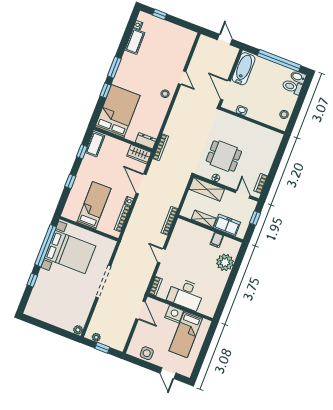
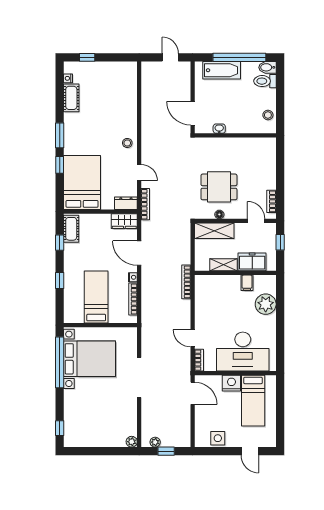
bathtub: (243, 69) -> (222, 70), moved, turned 90
door: (182, 78) -> (139, 173), moved
door: (162, 256) -> (193, 338), moved
window: (32, 280) -> (60, 428), moved
desk: (186, 294) -> (243, 352), width x1.36, depth x1.30

